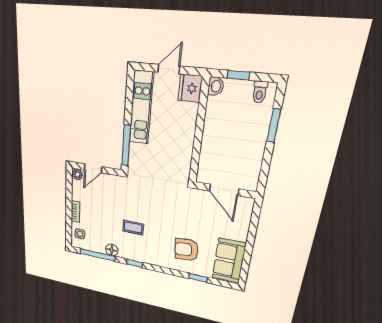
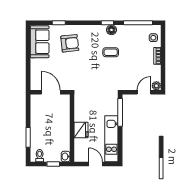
door: (169, 69) -> (96, 164), swing flipped
fridge: (190, 88) -> (81, 130), moved
floor lamp: (112, 250) -> (111, 30), moved

